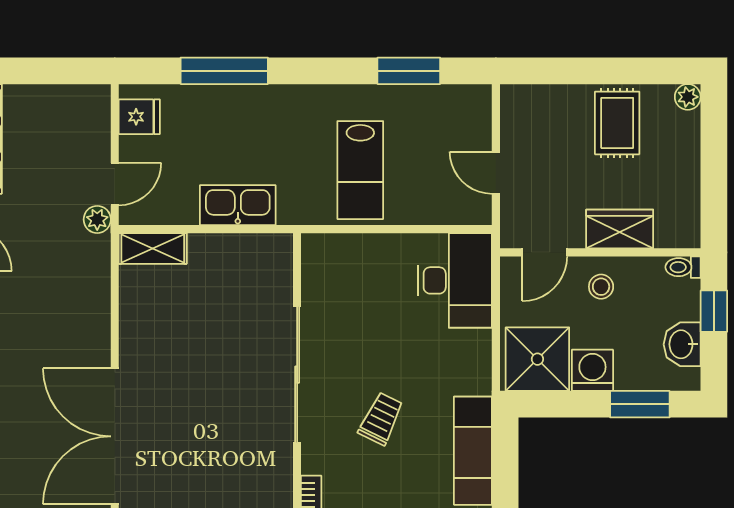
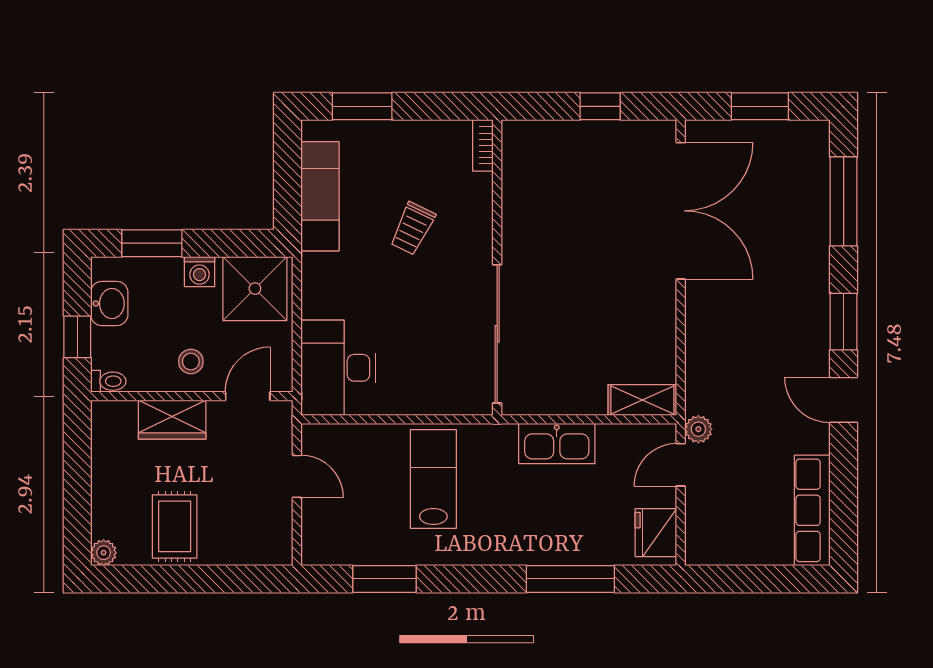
fridge: (139, 117) -> (656, 533), width x1.38
washing machine: (592, 370) -> (200, 272), width x0.73, depth x0.73
sliding door: (297, 375) -> (497, 334), moved

